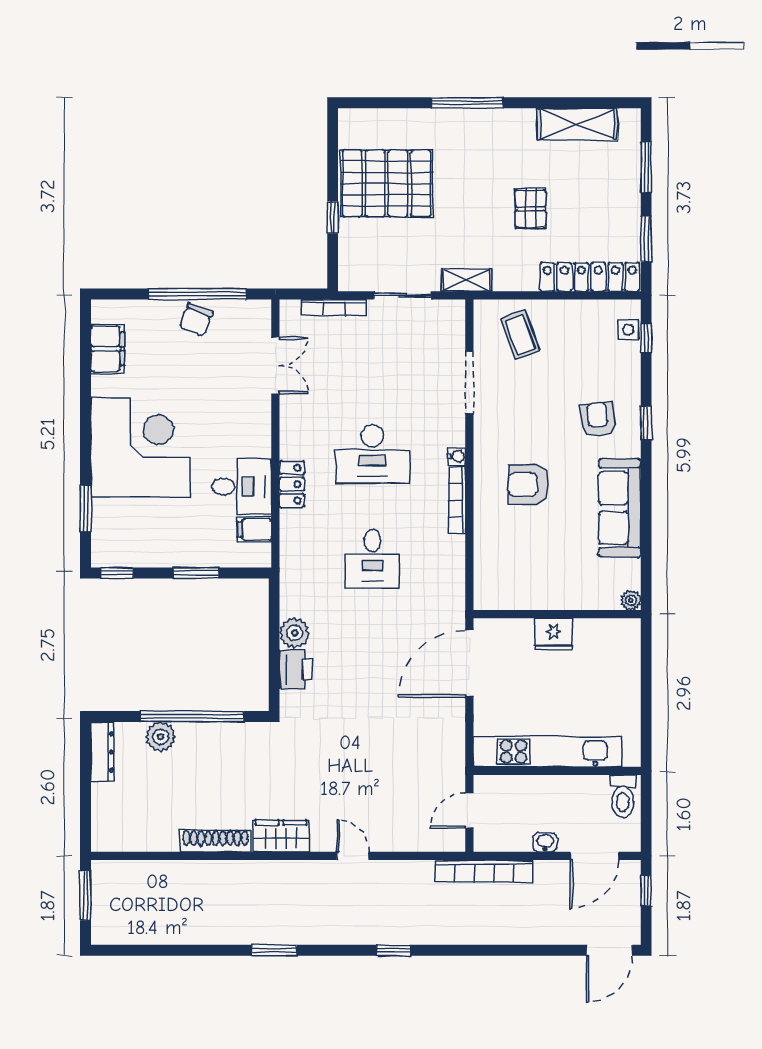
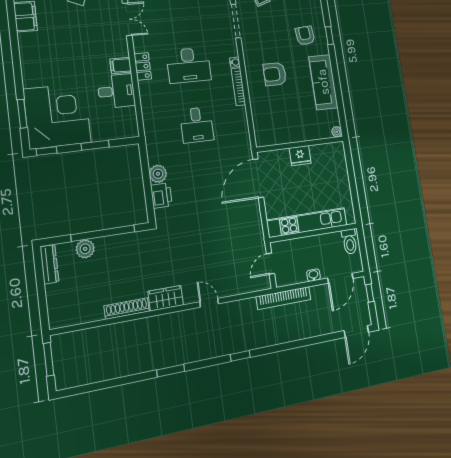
corner desk: (140, 447) -> (57, 116), moved
locker: (292, 484) -> (143, 66), moved
filing cabinet: (254, 529) -> (121, 66), moved

